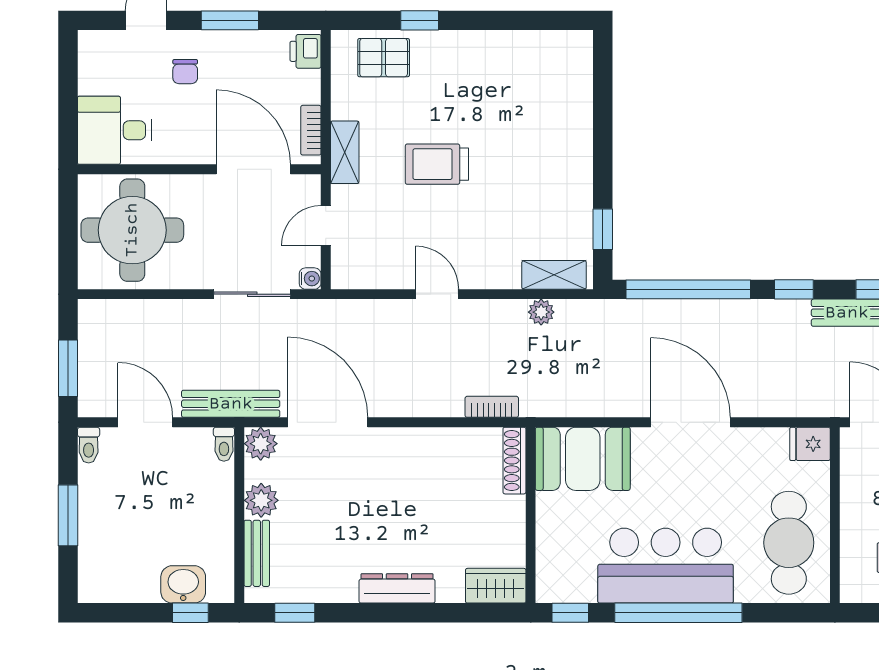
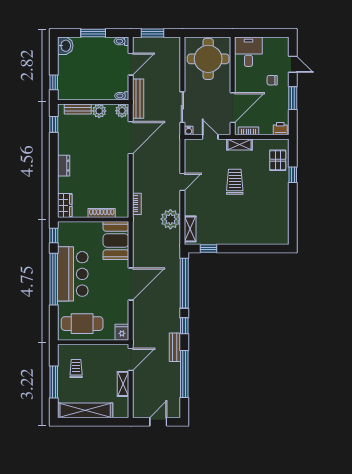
plant: (541, 312) -> (170, 219), width x1.87, depth x1.87
shoe rack: (514, 461) -> (102, 213), moved
washbasin: (183, 584) -> (65, 46), moved
dresser: (397, 588) -> (64, 166), width x0.70

